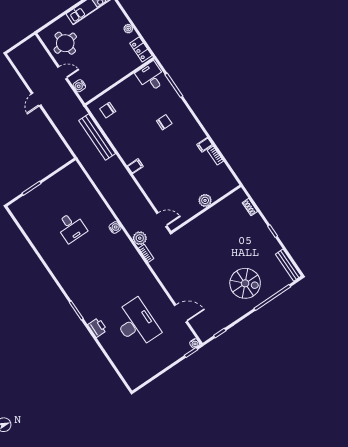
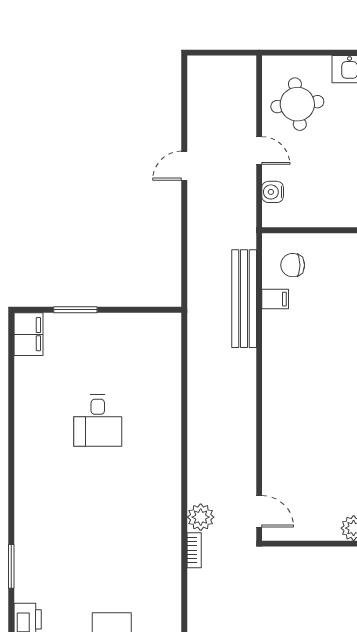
filing cabinet: (135, 166) -> (275, 299), moved
filing cabinet: (19, 211) -> (28, 334), added
water cooler: (115, 227) -> (171, 471), removed

